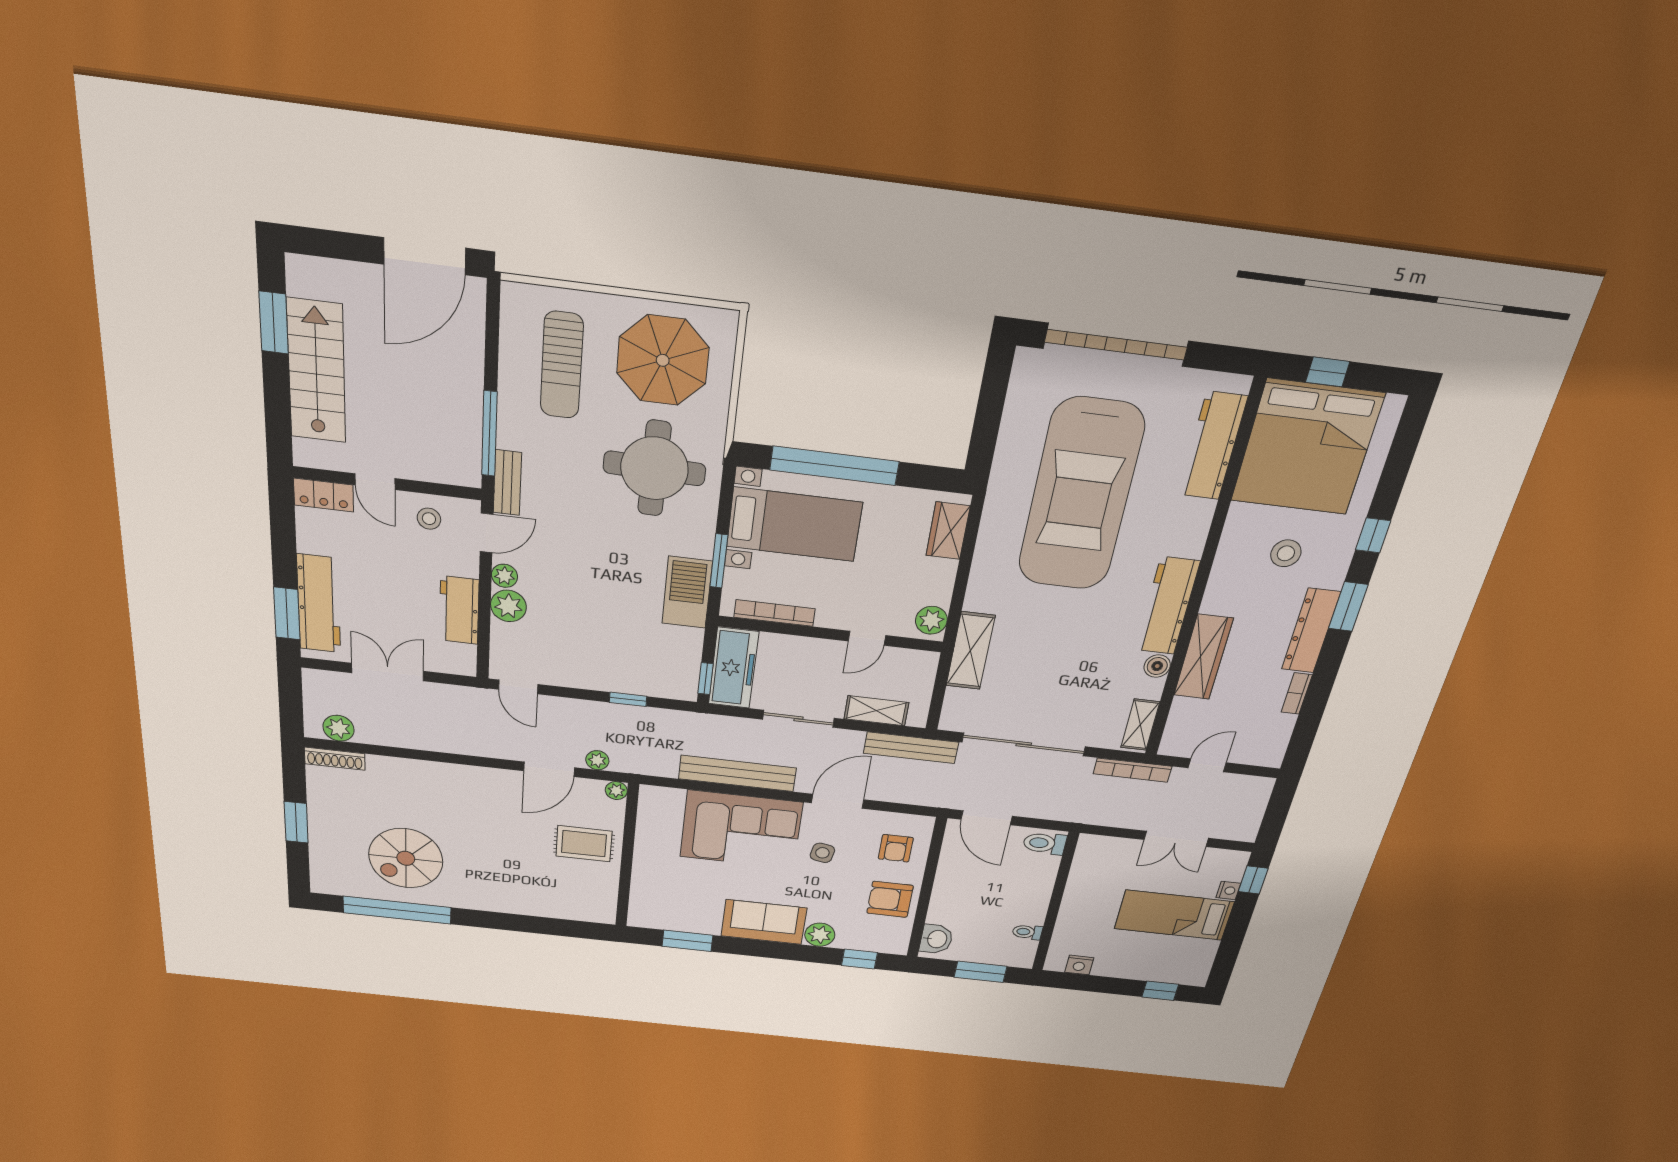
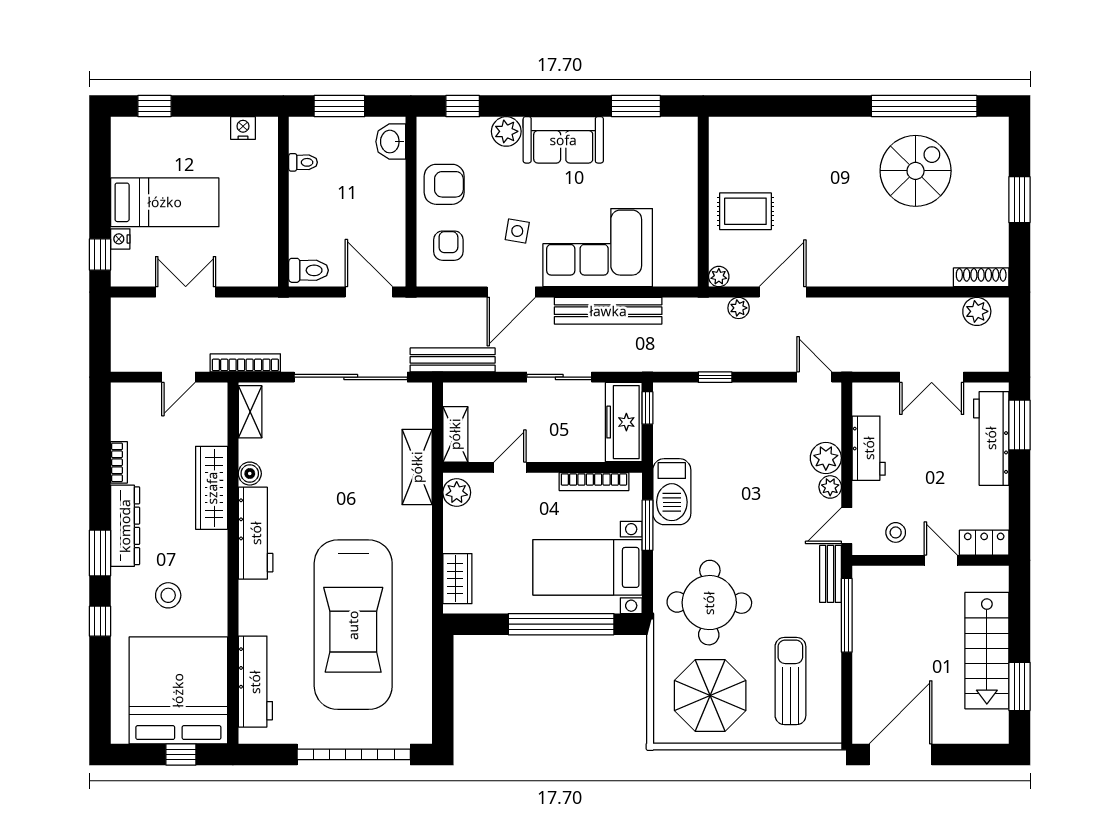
car: (1081, 495) -> (353, 625), turned 180
shelving: (876, 711) -> (455, 434), moved, turned 90

